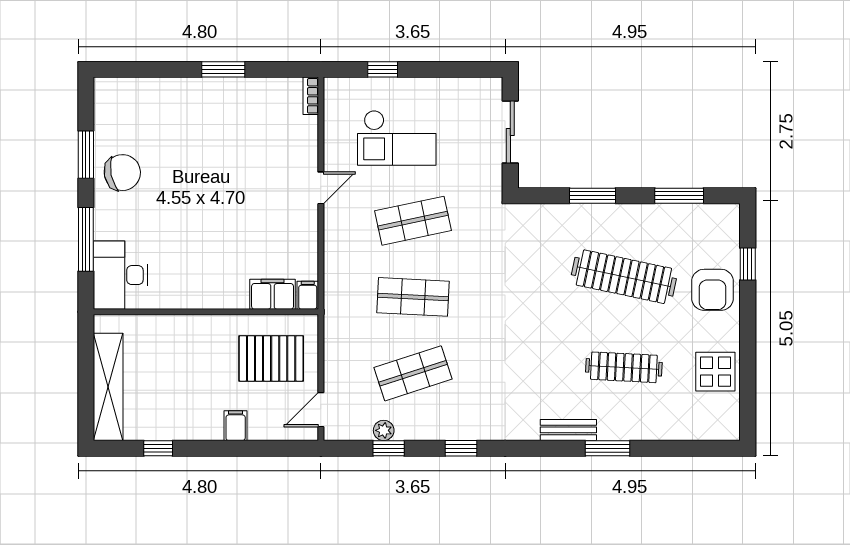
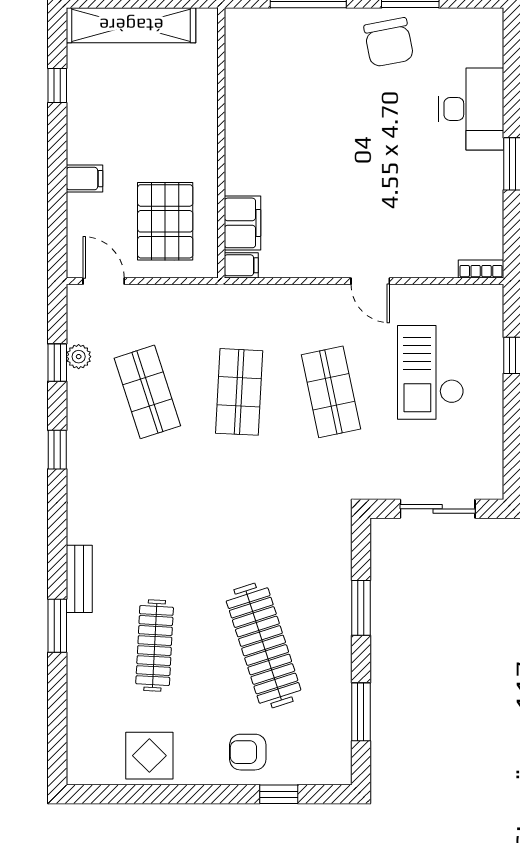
desk: (120, 275) -> (471, 109), moved, turned 90
clothes rail: (624, 277) -> (264, 646), turned -30
armchair: (713, 290) -> (248, 752), width x0.72, depth x0.72

